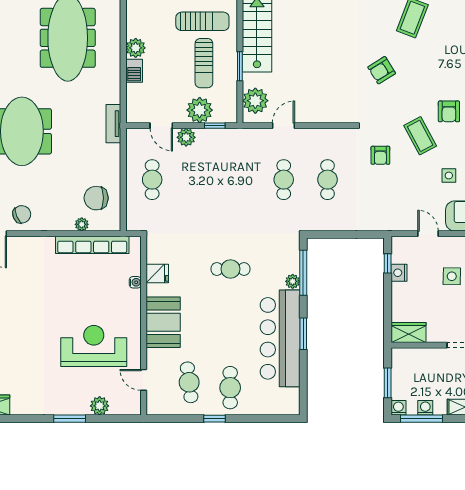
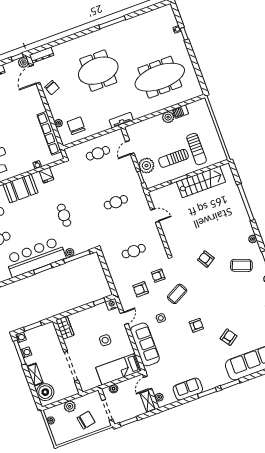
barbecue: (134, 71) -> (181, 112), moved
plant: (255, 101) -> (163, 195), removed
armchair: (449, 111) -> (141, 289), moved
plant: (186, 137) -> (128, 164), removed
cafe table: (284, 180) -> (116, 202), moved
nightstand: (399, 273) -> (112, 304), moved

